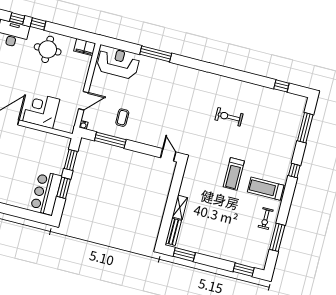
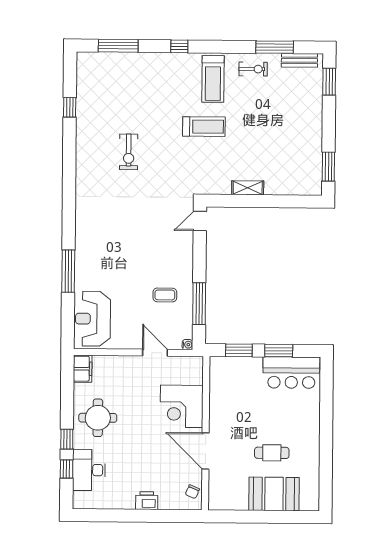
window: (281, 86) -> (70, 107), moved
shelving: (180, 207) -> (248, 188), moved
bench: (173, 232) -> (299, 60), moved

